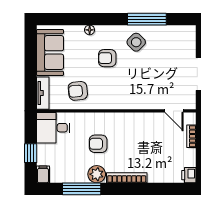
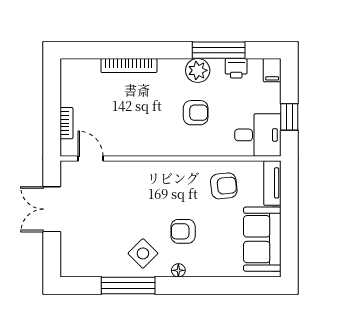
floor lamp: (90, 30) -> (178, 270), moved
armchair: (107, 58) -> (183, 231), turned 180
window: (31, 153) -> (289, 117), moved
printer: (189, 175) -> (236, 68), moved, turned 90
bookcase: (127, 178) -> (129, 66), moved

